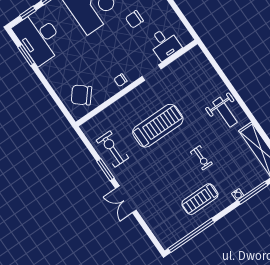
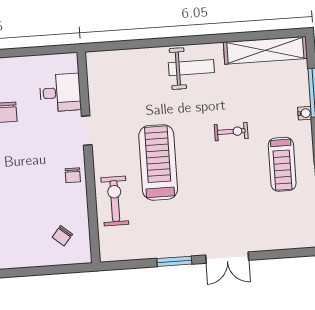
chair: (81, 95) -> (62, 236), width x0.54, depth x0.54
exercise bike: (112, 149) -> (115, 201), moved, turned 90

